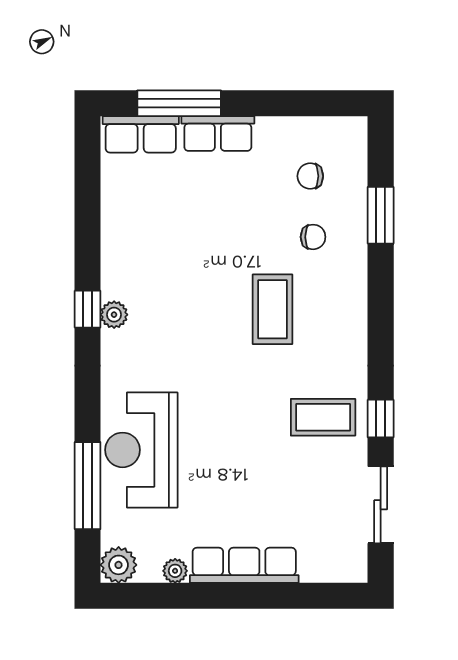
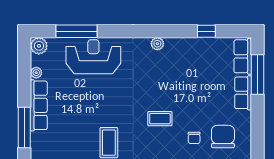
chair: (310, 176) -> (223, 137), width x1.87, depth x1.87
window: (88, 309) -> (206, 31), moved
coffee table: (273, 309) -> (160, 119), width x0.73, depth x0.77
window: (291, 596) -> (24, 127), added

